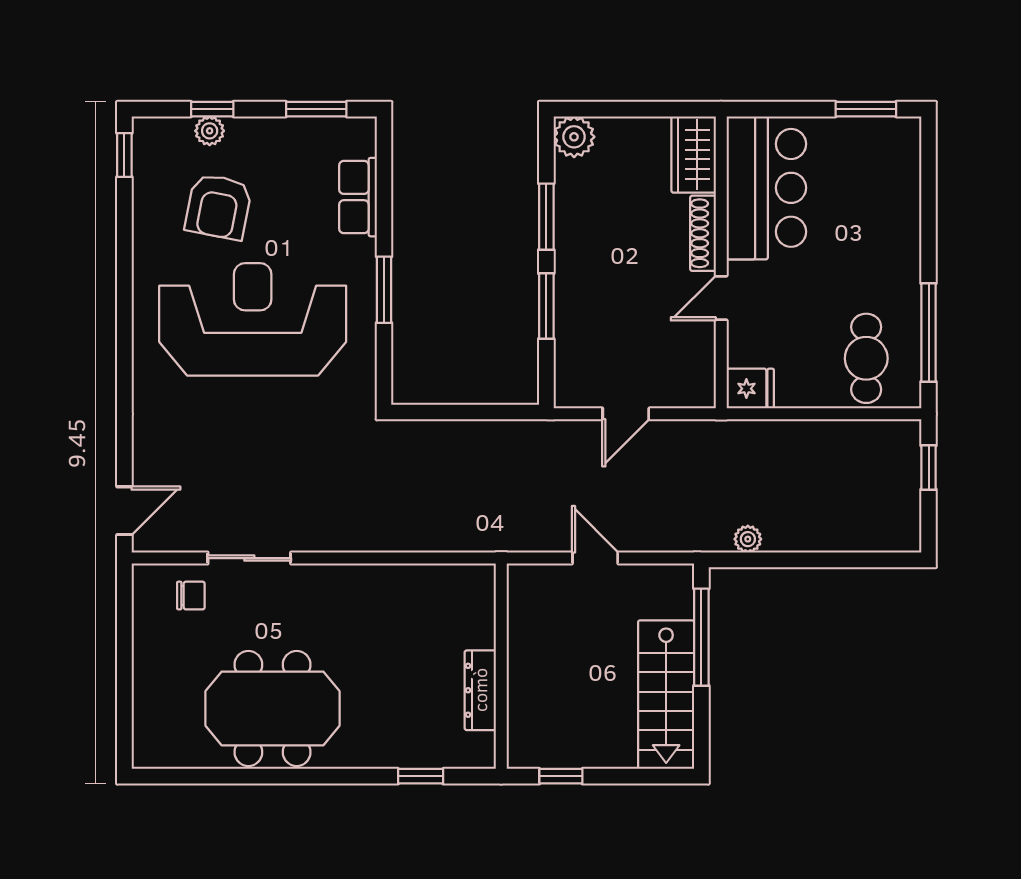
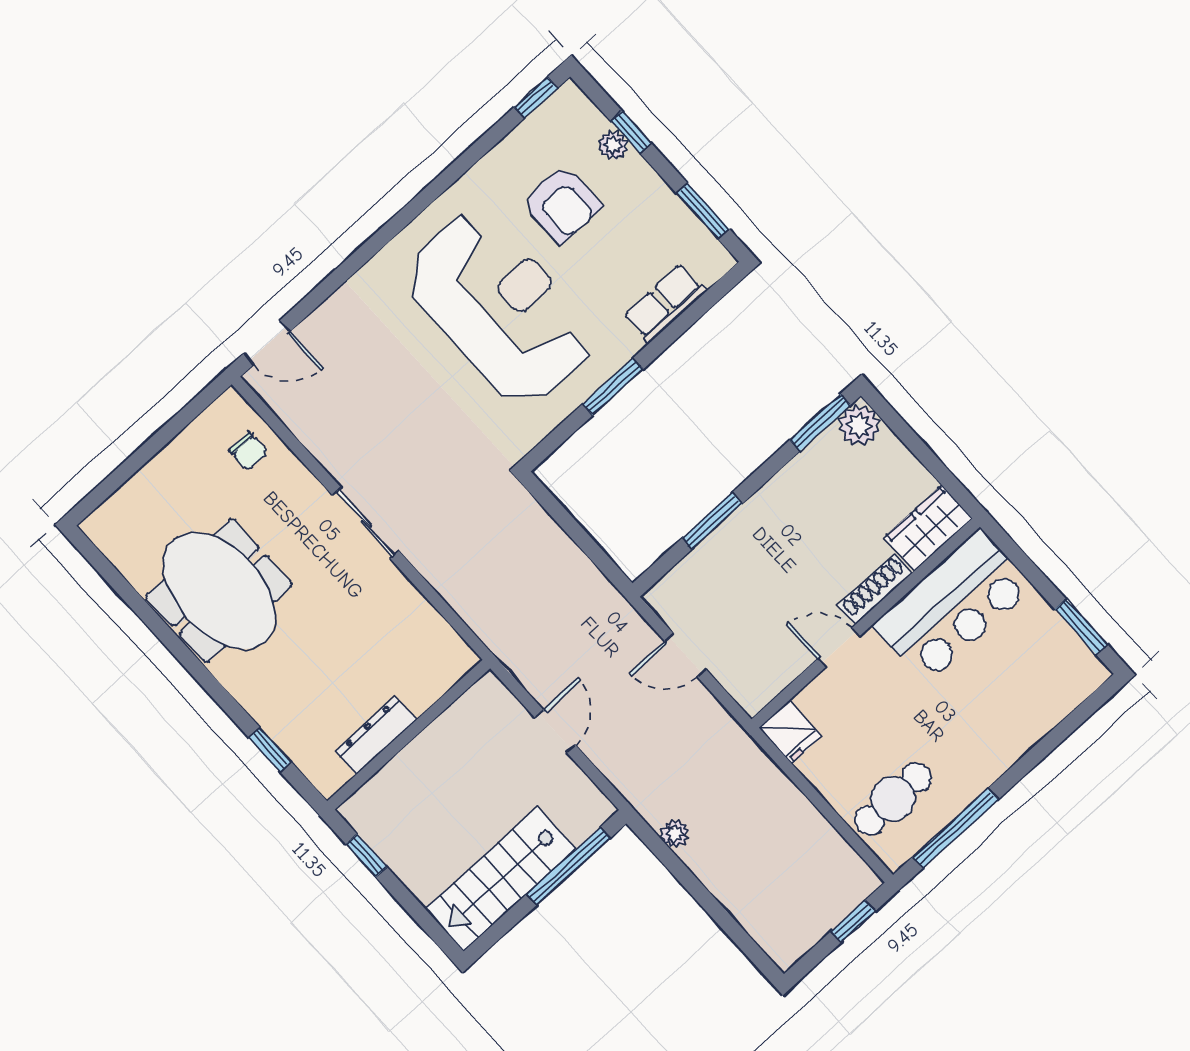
armchair: (218, 207) -> (562, 204), turned -101
window: (546, 217) -> (820, 423), moved
sliding door: (249, 558) -> (366, 523), moved

